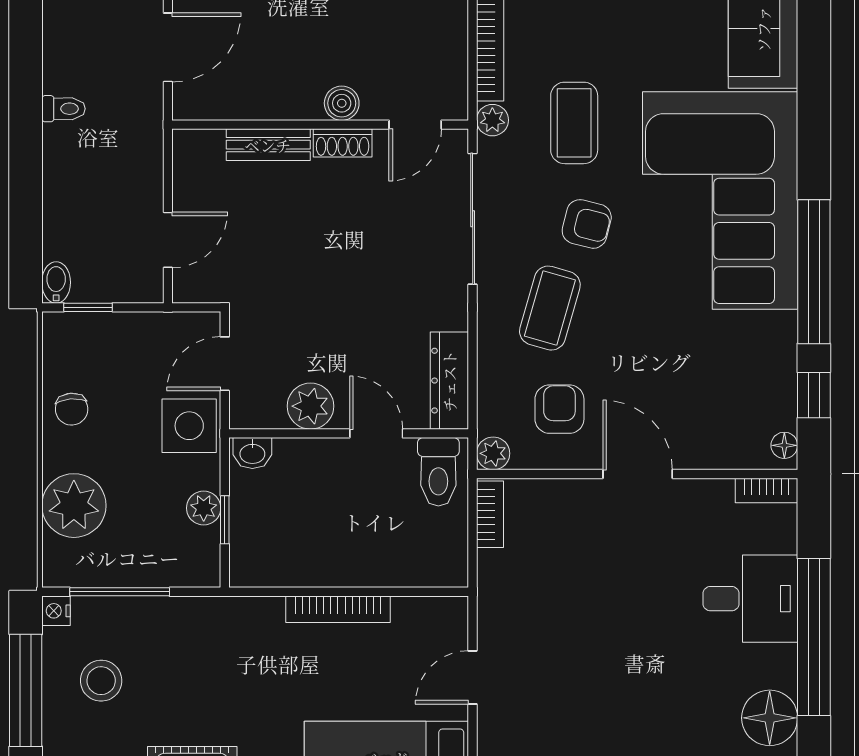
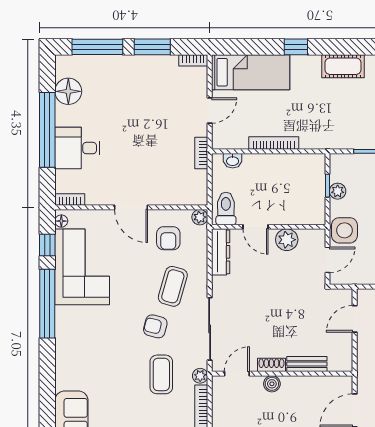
corner sofa: (720, 201) -> (82, 267), moved, width x0.73, depth x0.74
washbasin: (252, 453) -> (233, 161), moved, turned 180
bookcase: (490, 514) -> (201, 153), moved

